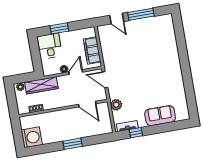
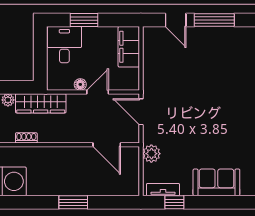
filing cabinet: (92, 51) -> (129, 47), moved

